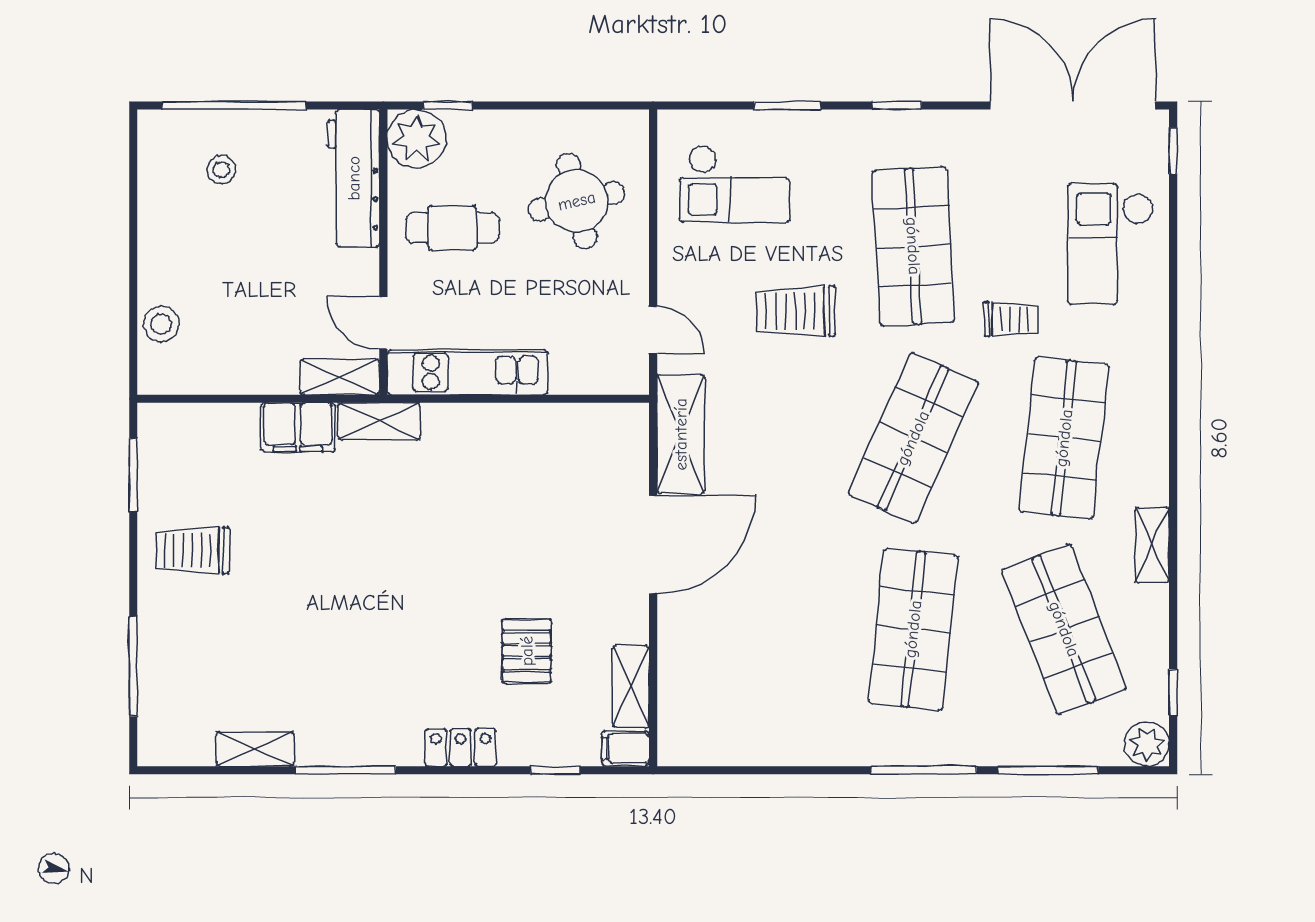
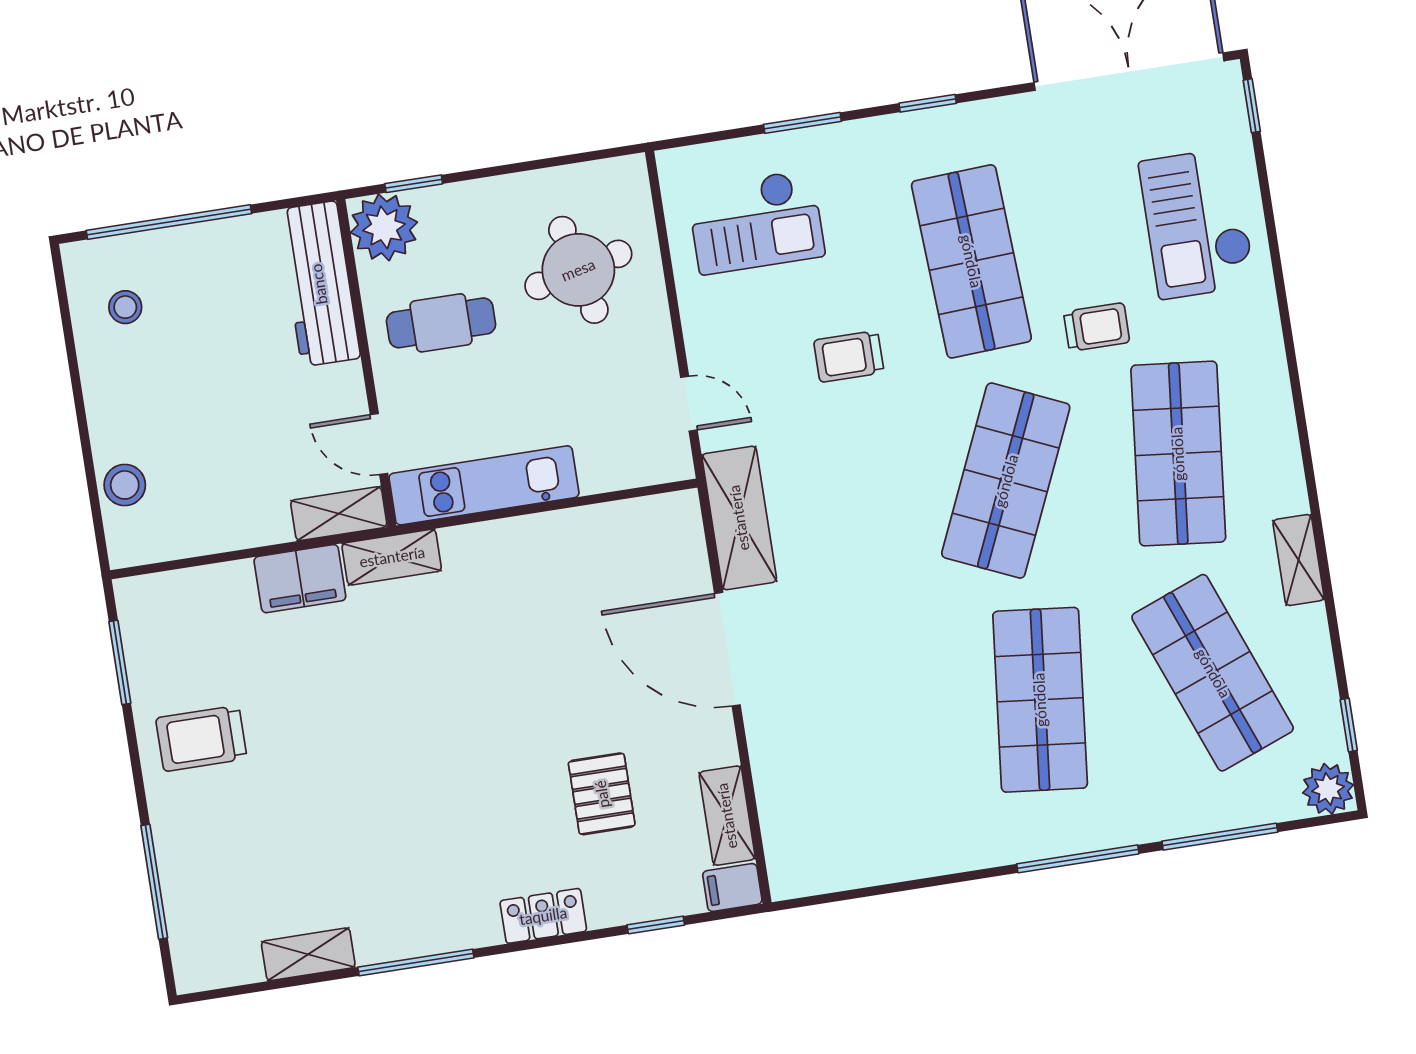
stool: (221, 170) -> (125, 307), moved
trolley: (796, 311) -> (849, 356), width x0.73, depth x0.72
door: (653, 544) -> (727, 649), swing flipped

